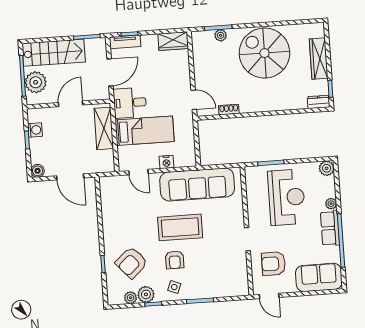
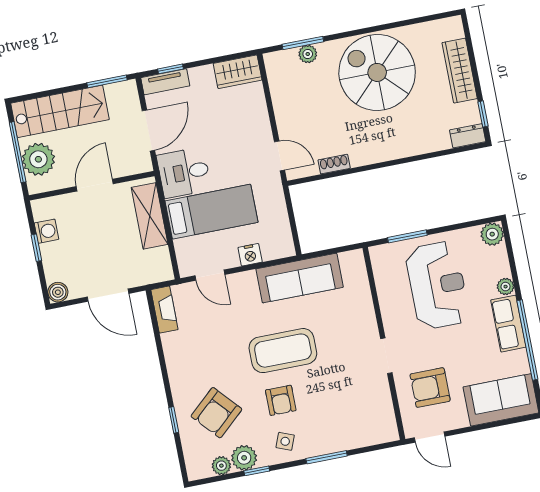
sofa: (197, 184) -> (300, 278), width x0.74, depth x0.79
fireplace: (106, 191) -> (164, 310), added

